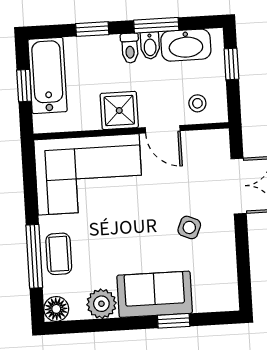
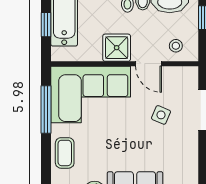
side table: (189, 227) -> (161, 115), moved
window: (34, 256) -> (46, 110), moved

